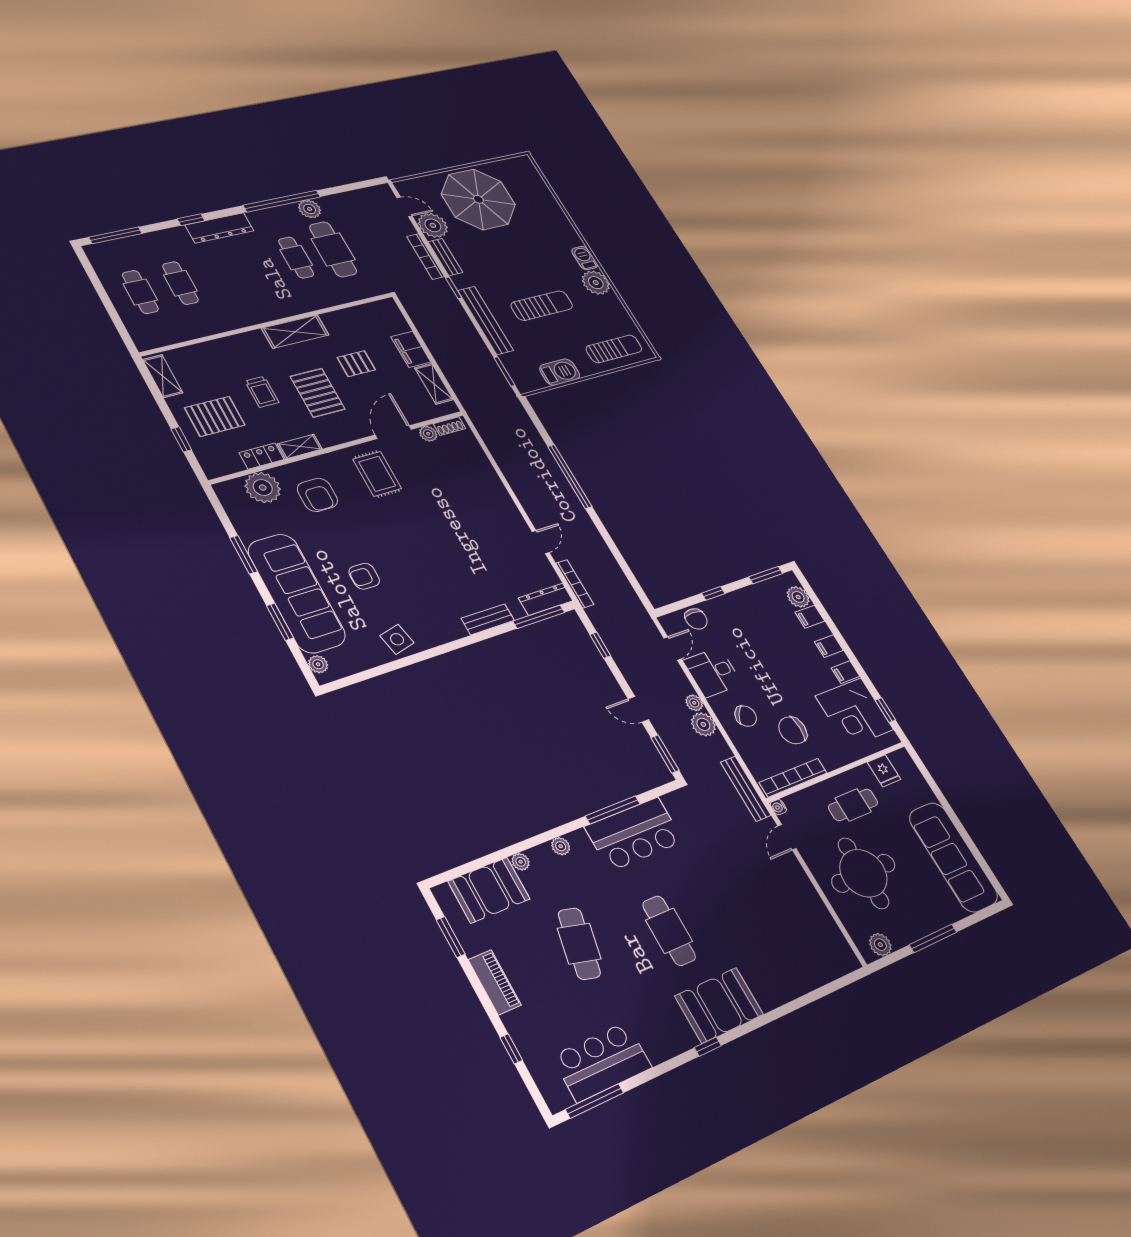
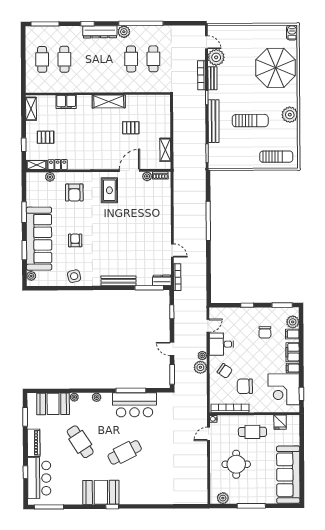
parasol: (478, 199) -> (276, 68), moved
plant: (310, 209) -> (124, 32), moved
cafe table: (333, 249) -> (153, 59), width x0.73, depth x0.74
barbecue: (585, 258) -> (292, 32), moved
filing cabinet: (411, 349) -> (66, 102), moved, turned -90
barbecue: (560, 372) -> (237, 162), removed
trolley: (262, 392) -> (75, 130), removed
pallet: (318, 393) -> (103, 138), removed
pallet: (215, 416) -> (46, 137), width x0.67, depth x0.71
shelving: (300, 446) -> (37, 165), moved
plant: (263, 488) -> (50, 177), width x0.53, depth x0.53
door: (541, 542) -> (172, 251), hinge flipped
armchair: (364, 576) -> (75, 240), turned 90
dresser: (546, 599) -> (162, 280), width x0.70
bench: (488, 619) -> (118, 281), width x1.36
chair: (696, 619) -> (265, 332), moved
filing cabinet: (829, 646) -> (293, 352), width x2.00
bench: (746, 789) -> (202, 405), removed
round table: (863, 873) -> (236, 464), width x0.73, depth x0.73
cafe table: (669, 931) -> (125, 452), turned 63
cafe table: (579, 944) -> (80, 442), turned -46
booth: (719, 1005) -> (101, 492), moved
bar counter: (602, 1062) -> (39, 478), moved, turned 90

